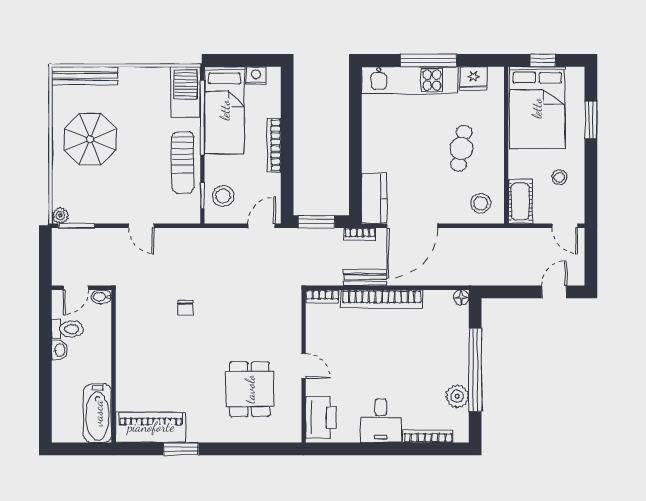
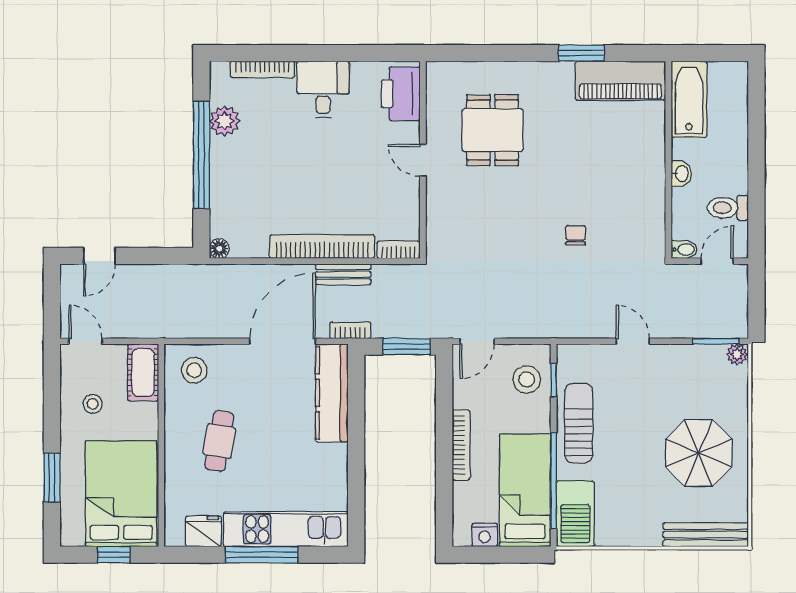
kitchen counter: (374, 198) -> (332, 393), width x1.50
washbasin: (59, 350) -> (681, 174), moved, turned 180

